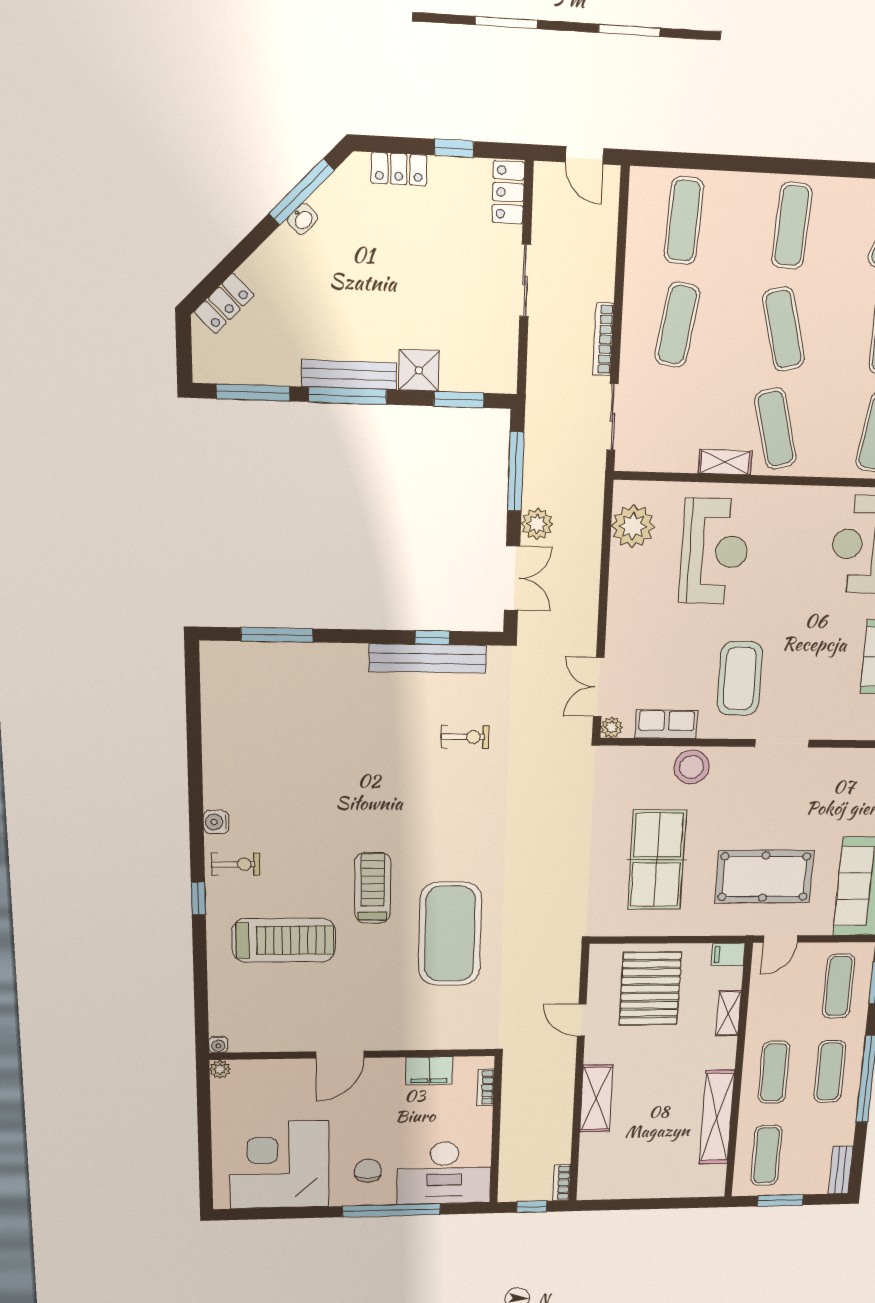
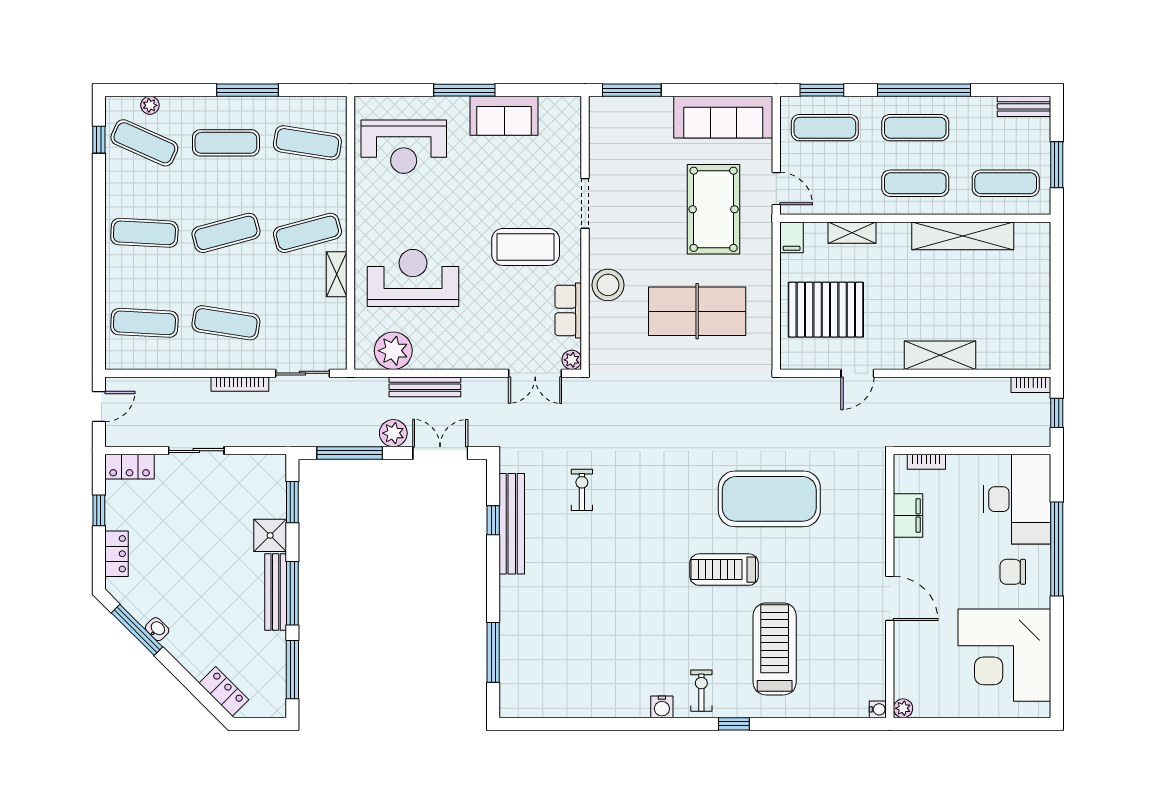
bench: (589, 562) -> (425, 387), added

